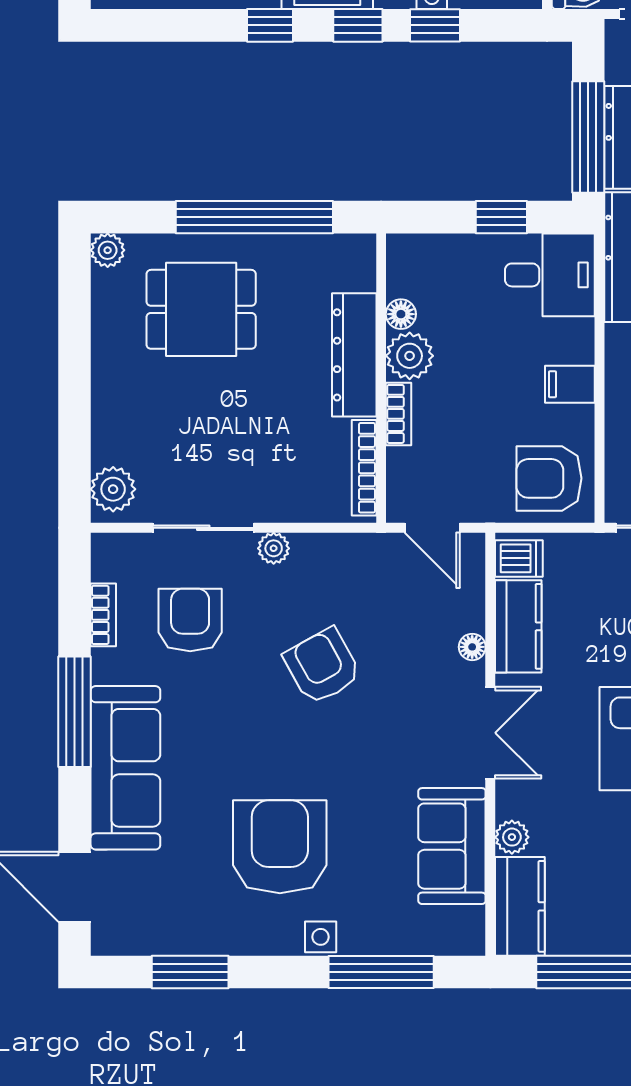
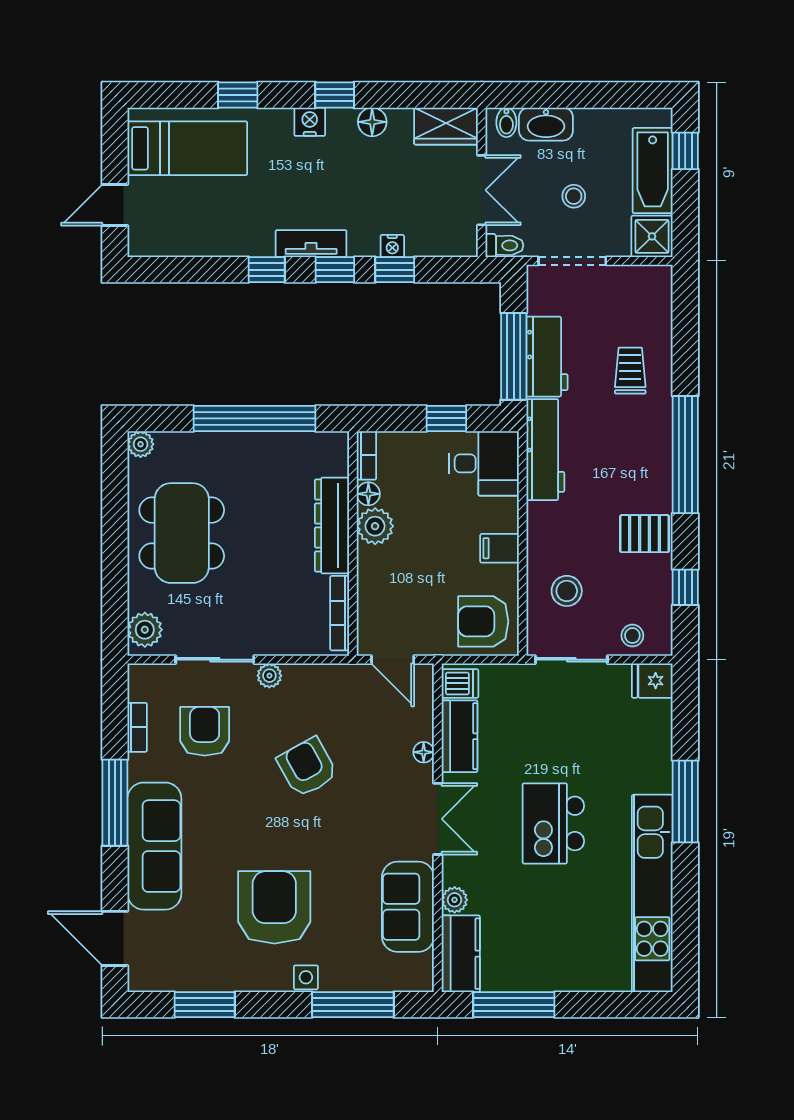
dining table: (201, 309) -> (182, 533), moved, width x1.38
bookcase: (399, 414) -> (366, 455), moved

